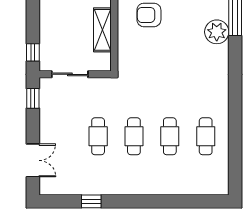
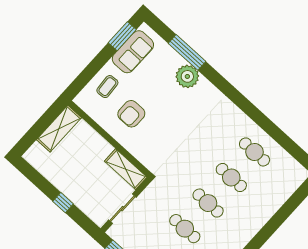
shelving: (102, 30) -> (126, 169), moved
window: (33, 52) -> (63, 203), moved

